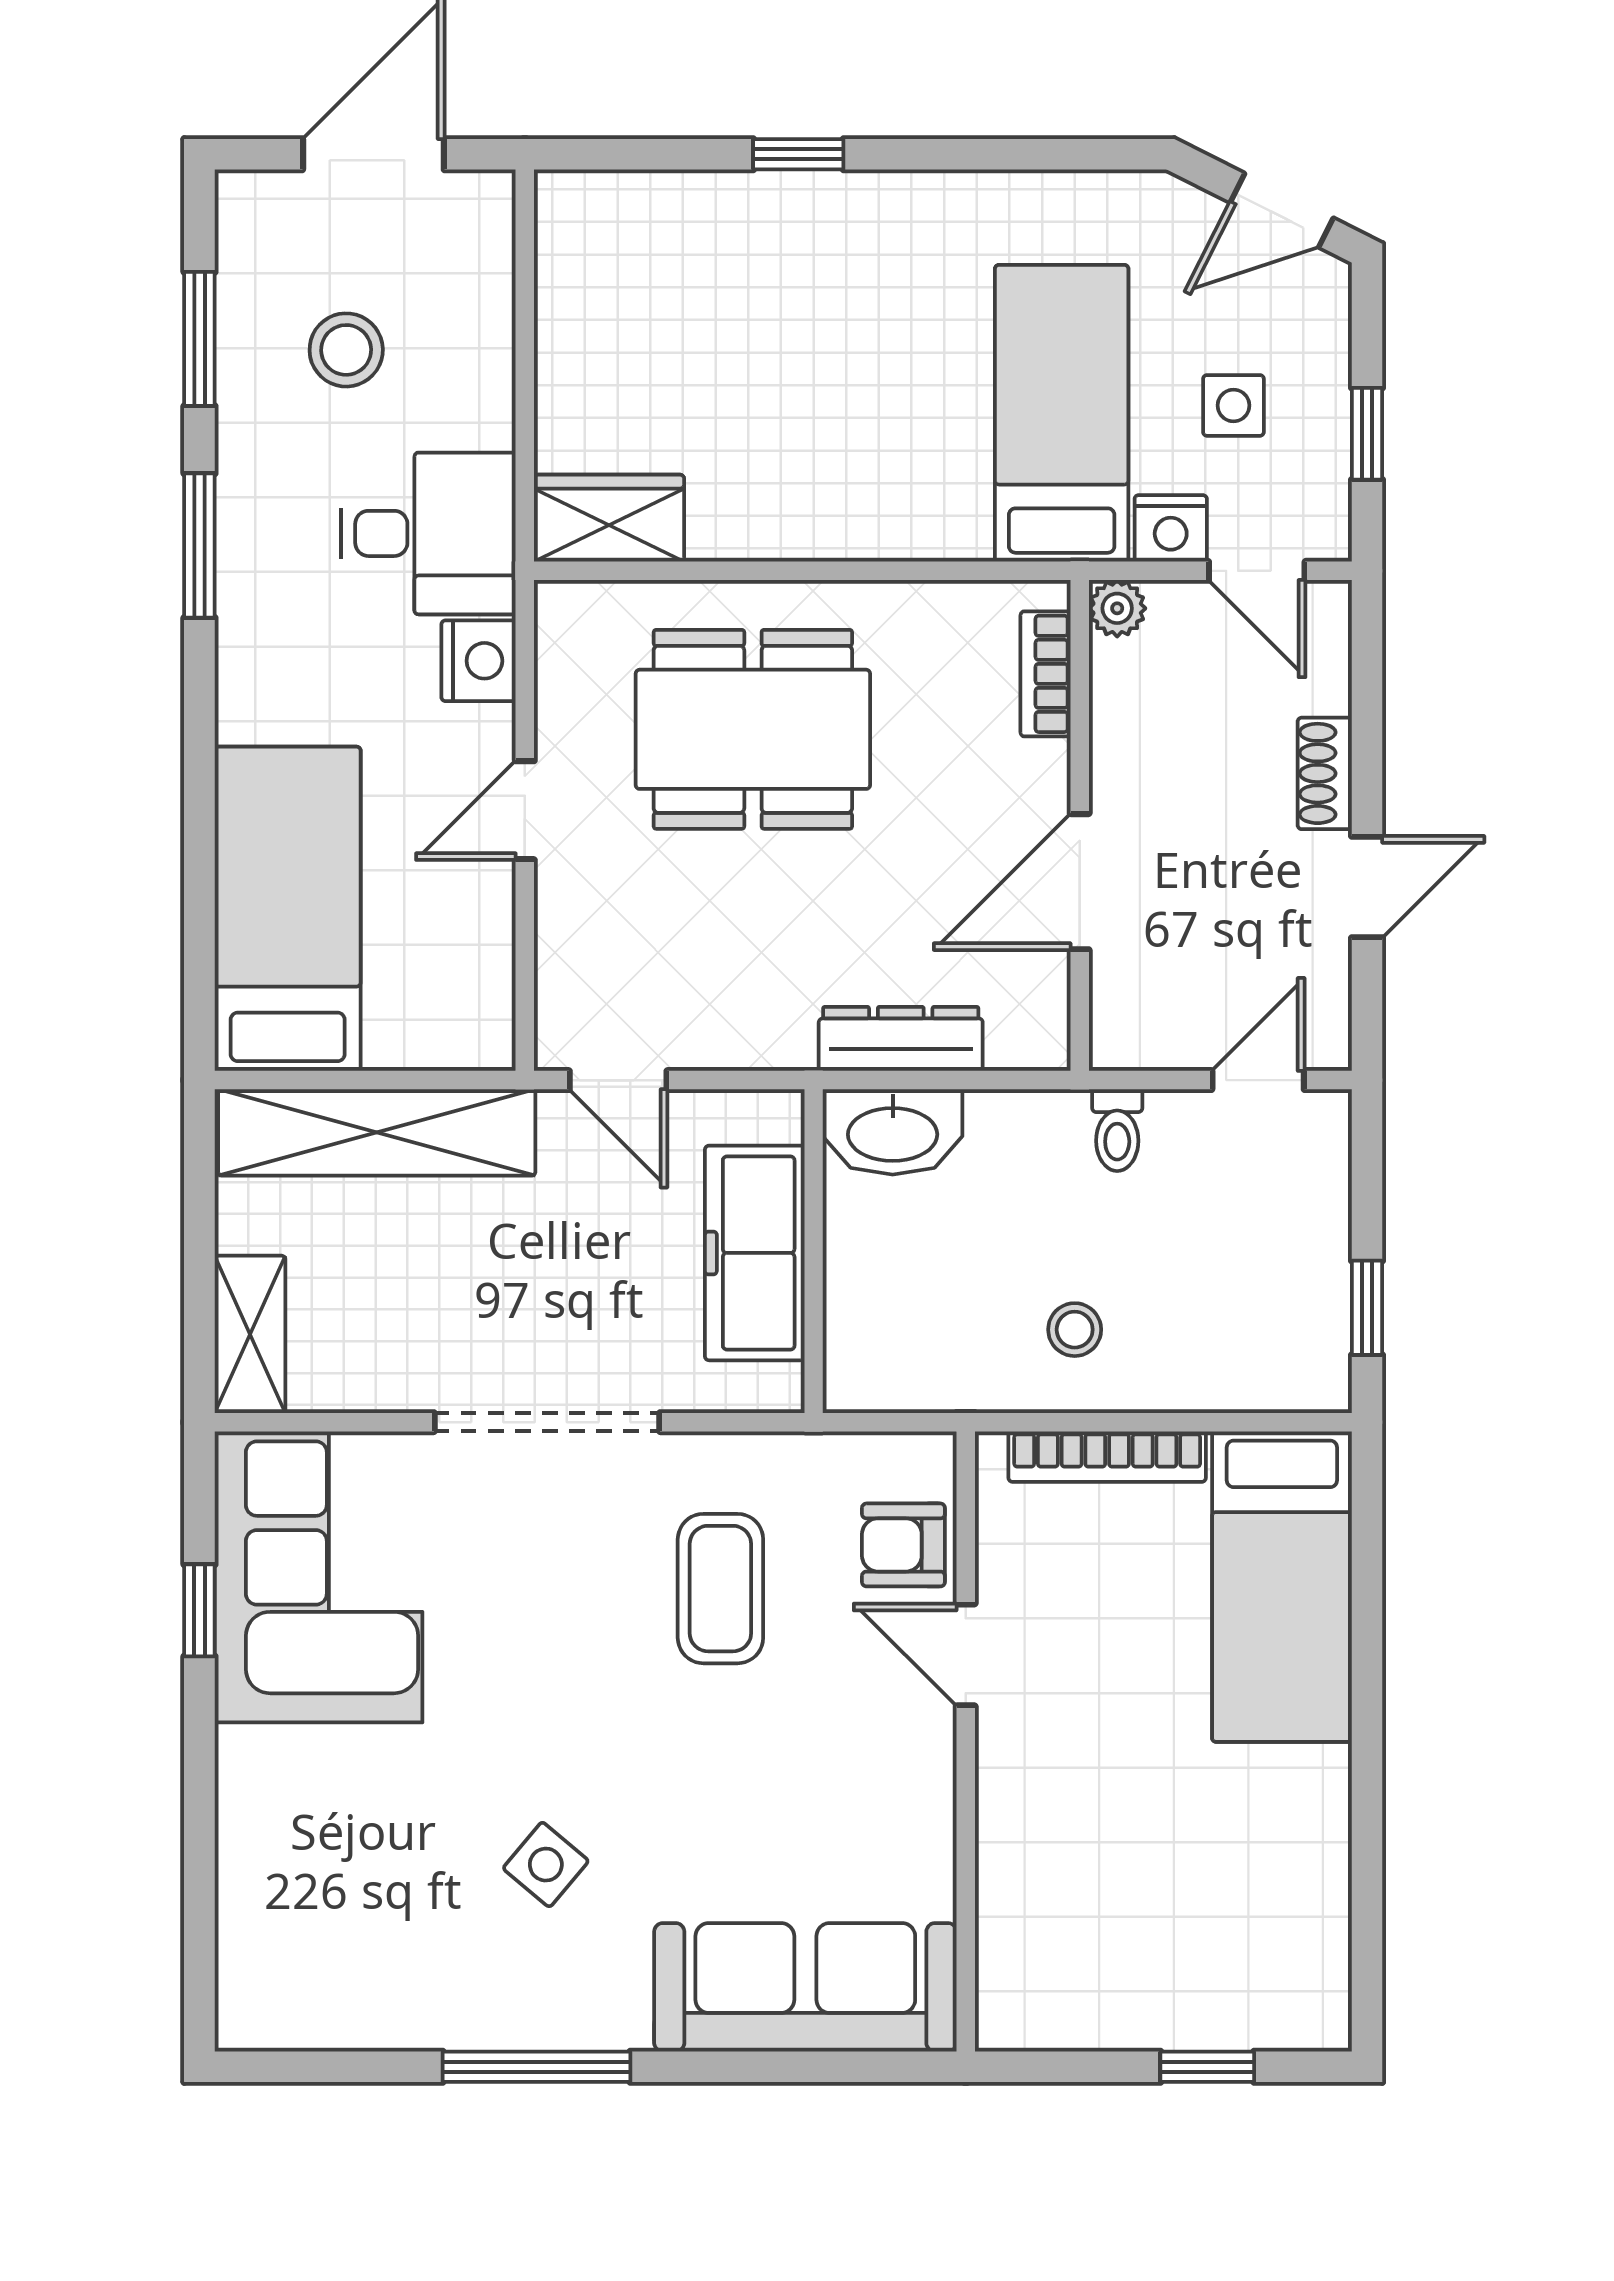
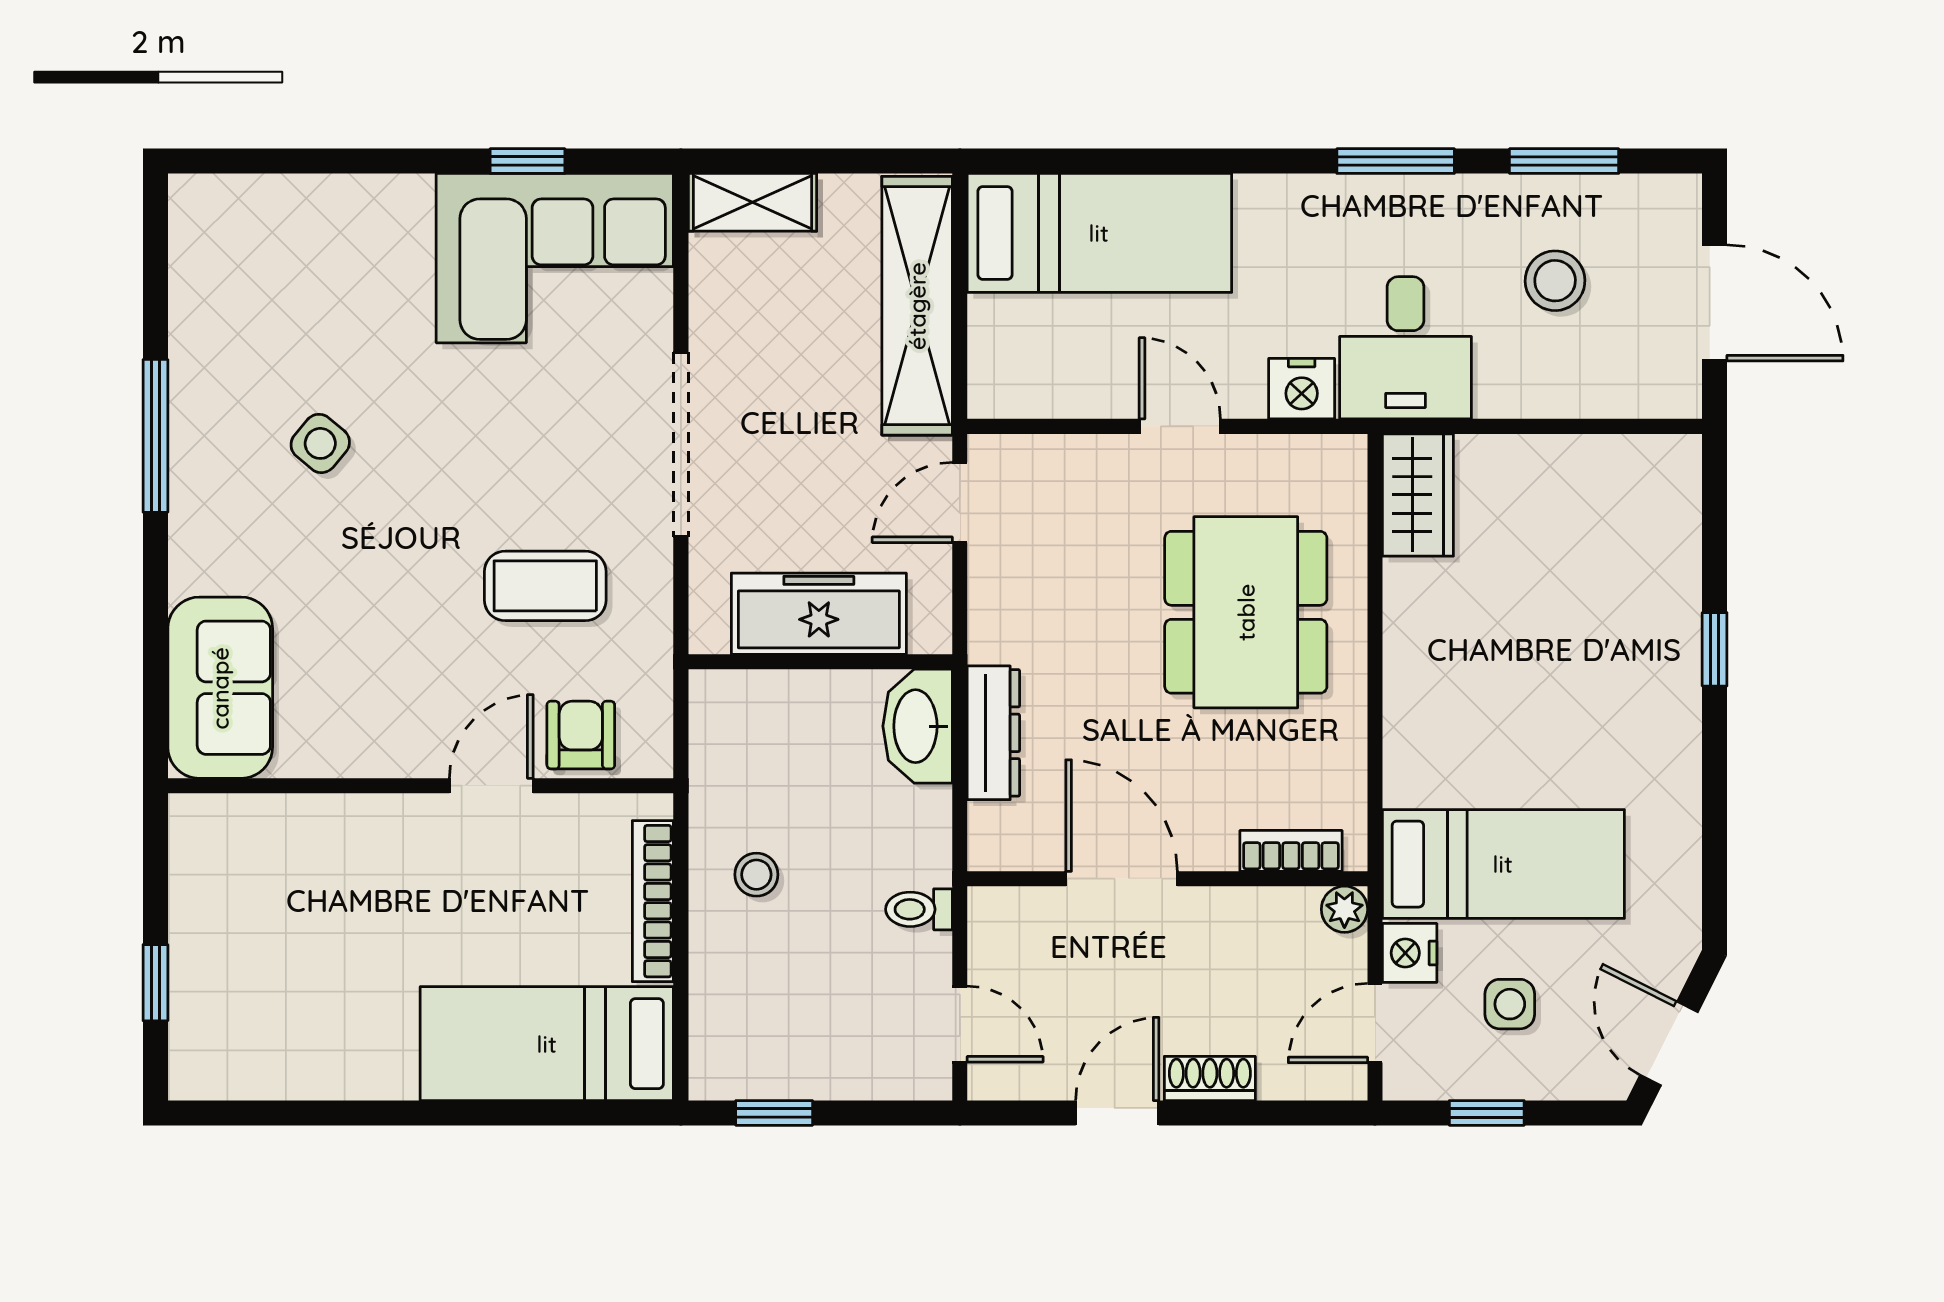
door: (1367, 887) -> (1117, 1113), swing flipped
sofa: (805, 1987) -> (220, 688), width x0.73

